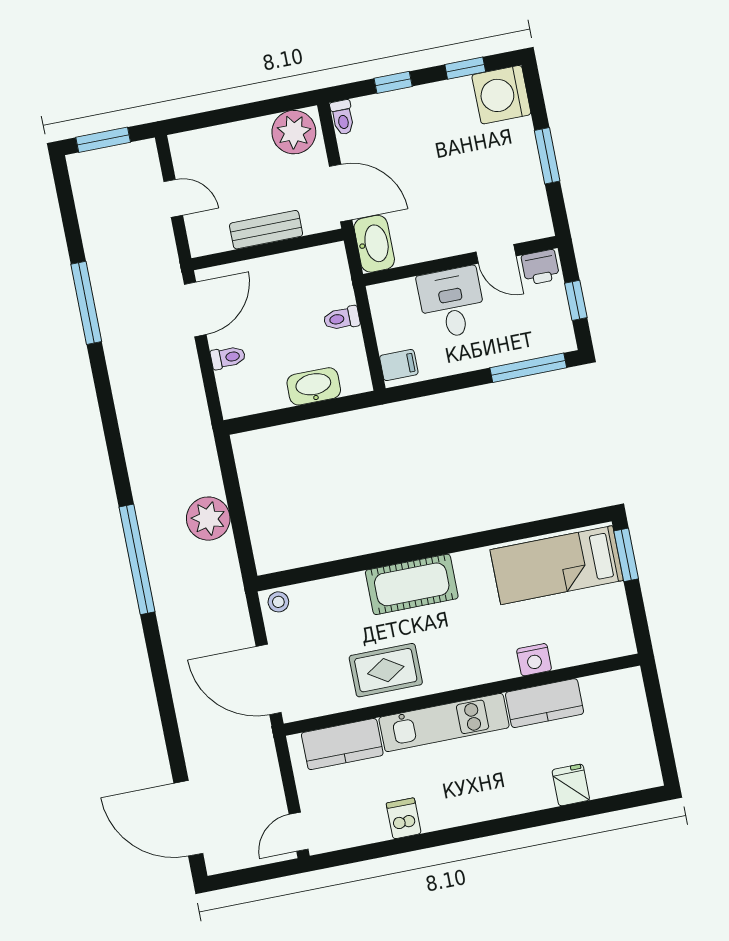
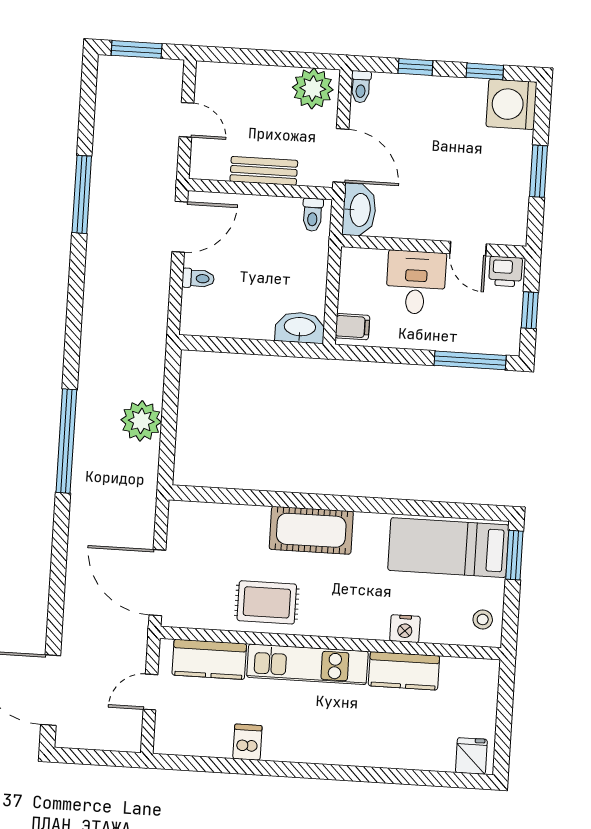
toilet: (342, 318) -> (313, 215), moved, turned -90
washbasin: (314, 386) -> (300, 328), moved
stool: (278, 602) -> (483, 619), moved
fridge: (571, 785) -> (471, 756), moved
door: (299, 832) -> (151, 692), moved

